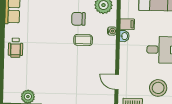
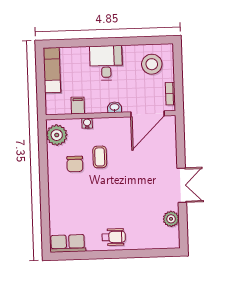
washbasin: (124, 36) -> (115, 107), moved
door: (117, 82) -> (147, 114), width x1.87

